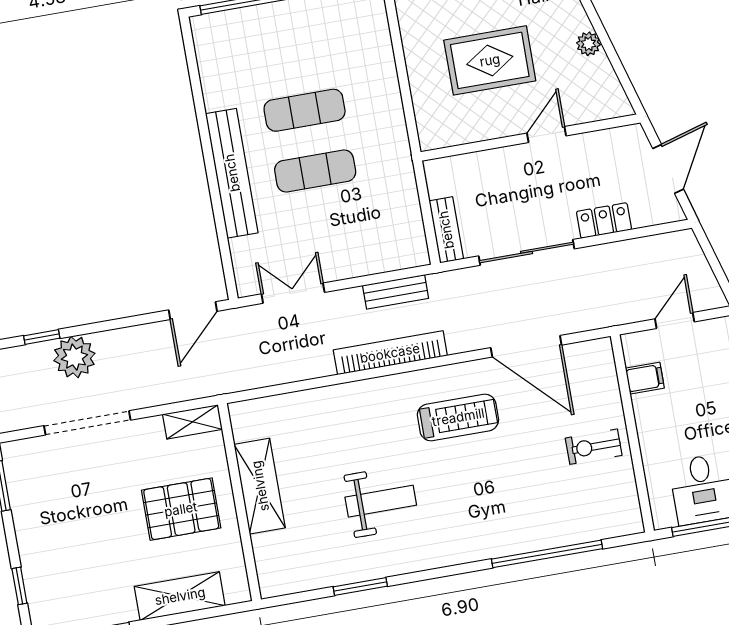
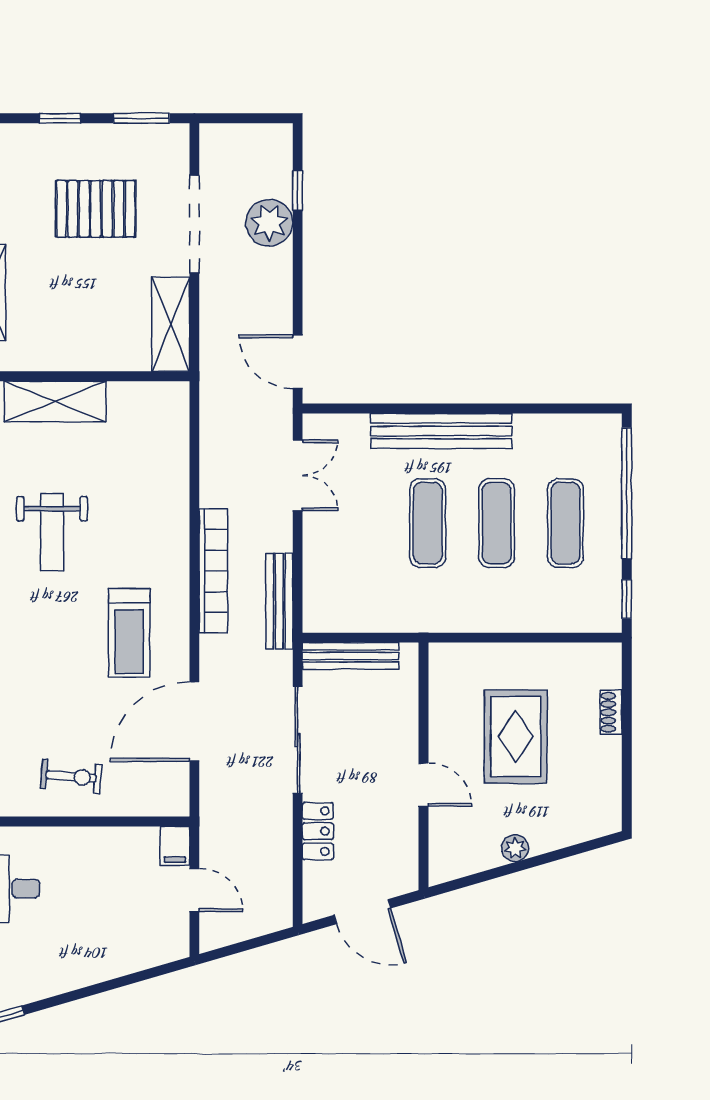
exercise mat: (294, 49) -> (566, 523), added
bench: (446, 230) -> (351, 656), width x1.36
bench: (396, 292) -> (279, 601), width x1.36
filing cabinet: (645, 378) -> (175, 846), moved
shelving: (192, 422) -> (171, 324), width x1.50, depth x1.33
exercise bike: (594, 447) -> (71, 776), turned 95
shelving: (260, 486) -> (55, 401), moved
pallet: (181, 509) -> (96, 209), moved, turned 90
window: (19, 586) -> (60, 118), moved

